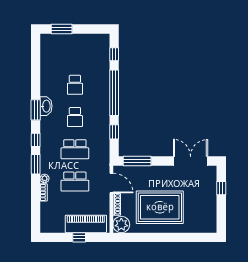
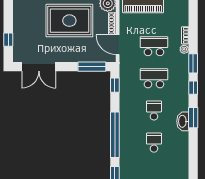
window: (114, 132) -> (115, 85), moved

